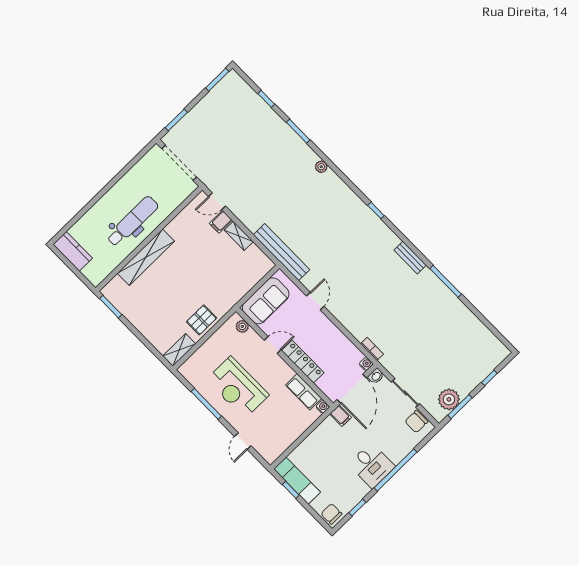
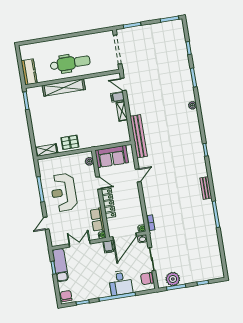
kitchen counter: (73, 251) -> (29, 72), moved
double door: (302, 437) -> (80, 244), added
desk: (372, 465) -> (121, 283), moved

